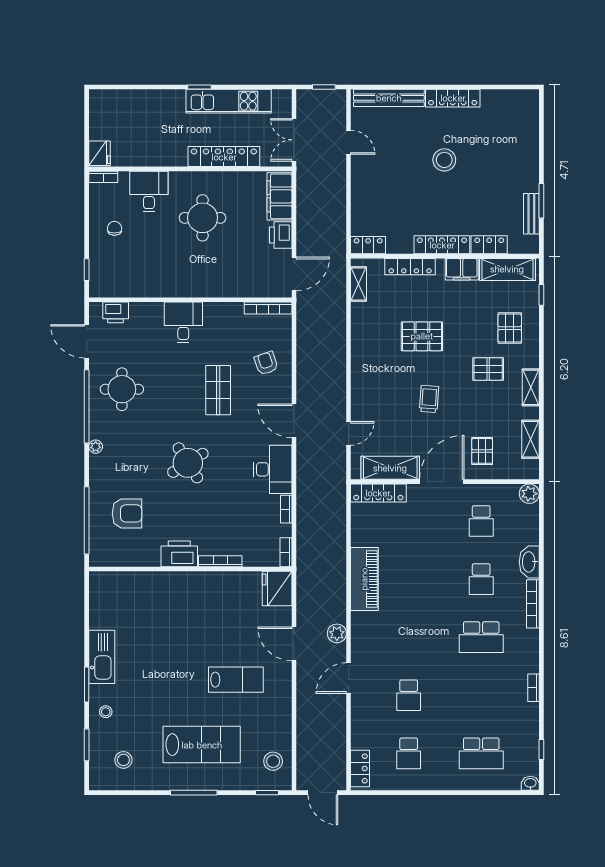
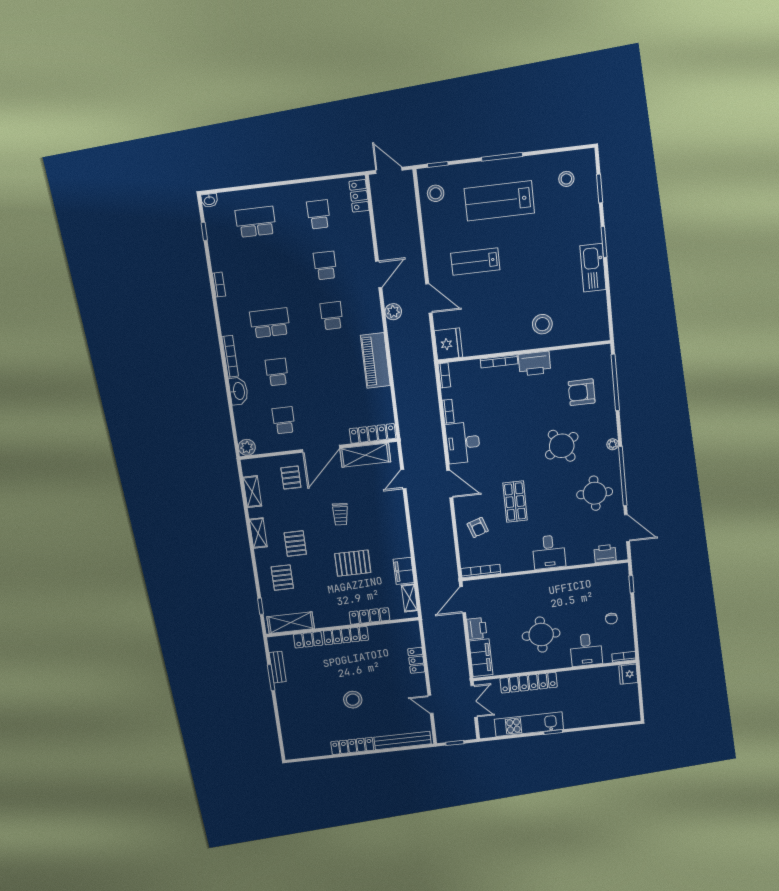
locker: (368, 245) -> (416, 660), moved, turned 90
filing cabinet: (462, 269) -> (404, 571), moved, turned -90
pallet: (488, 369) -> (295, 544), turned 90
round table: (188, 463) -> (562, 446), moved
school desk: (409, 637) -> (332, 316), added
stool: (106, 712) -> (542, 324), moved, width x1.89, depth x1.89

